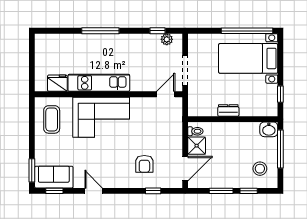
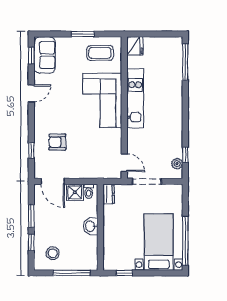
window: (100, 31) -> (185, 62), moved
fridge: (57, 83) -> (135, 46), moved
dresser: (228, 110) -> (109, 194), moved
washbasin: (269, 129) -> (90, 226), moved
window: (32, 170) -> (83, 34), moved

